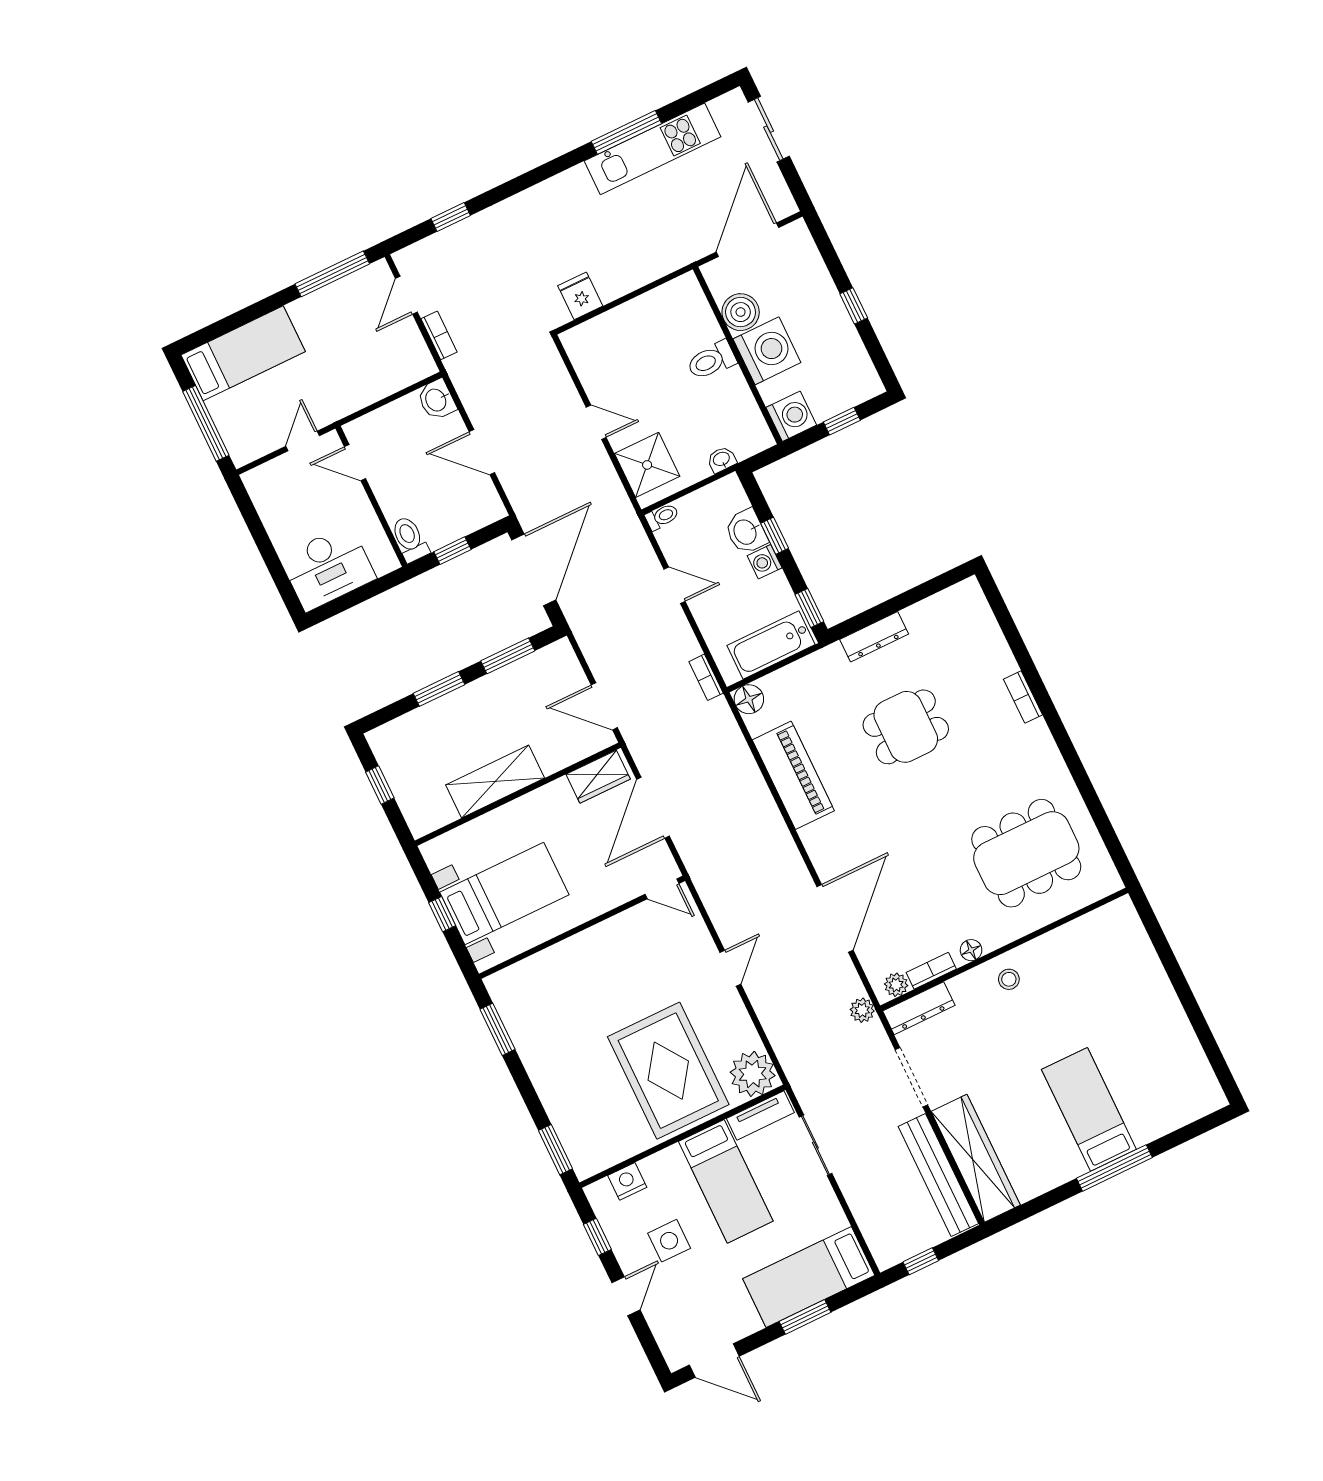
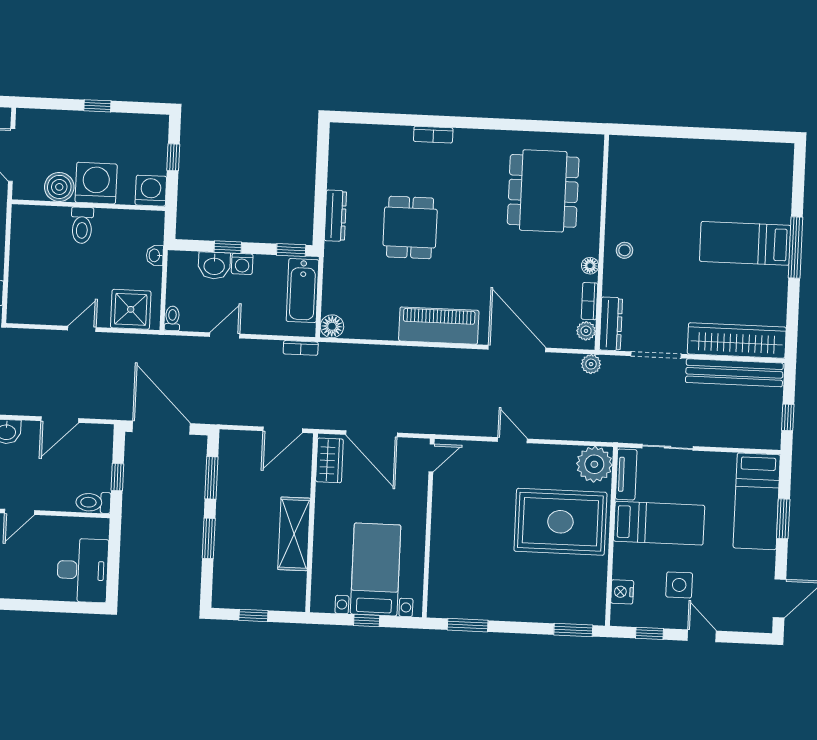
piano: (793, 775) -> (439, 326), moved

